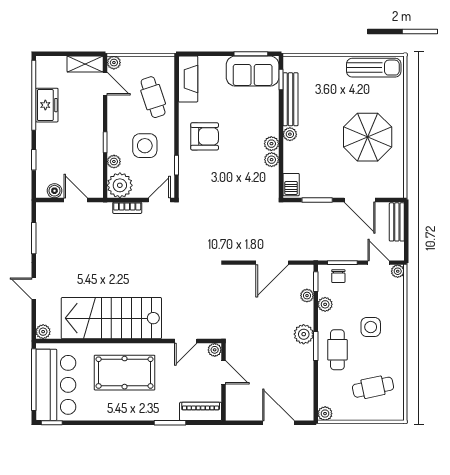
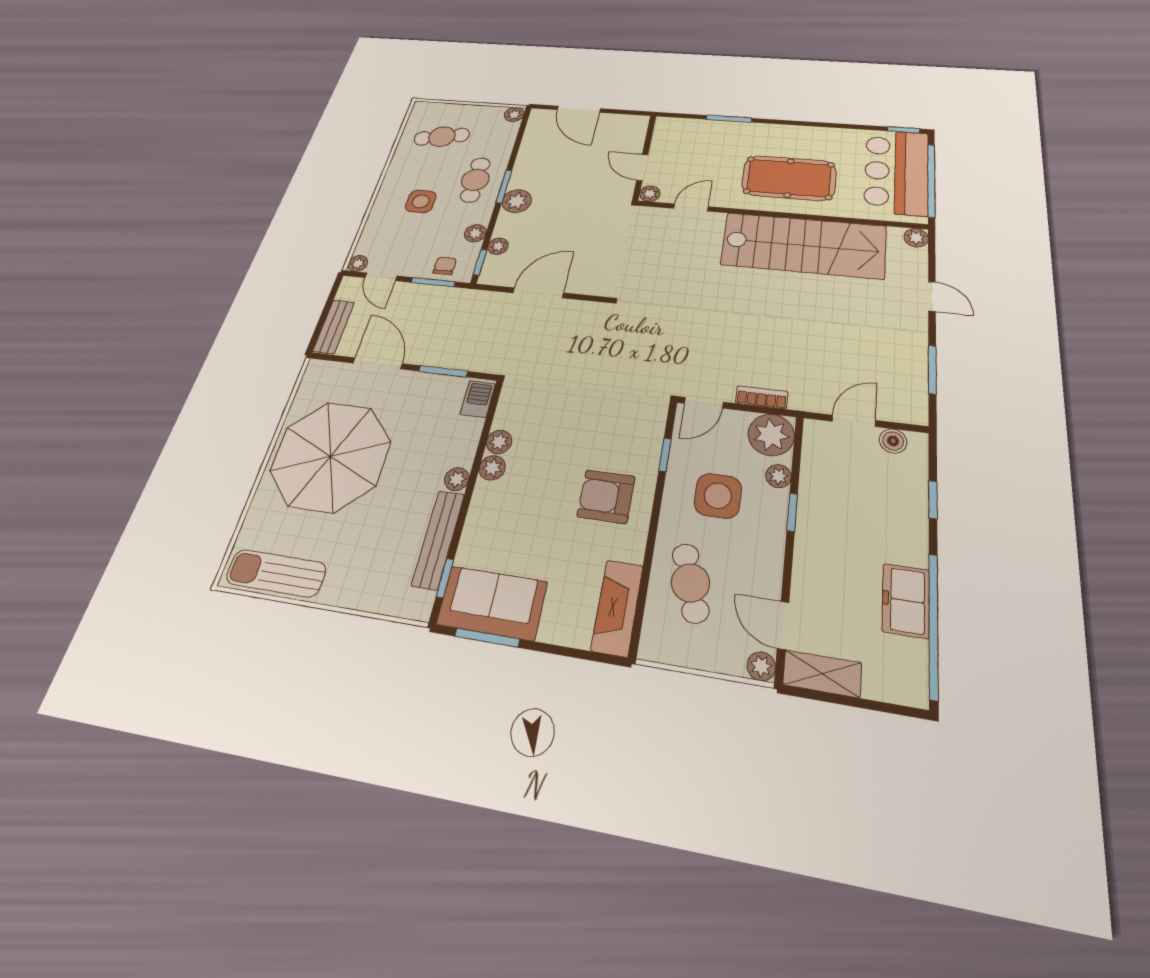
parasol: (368, 137) -> (331, 456), width x1.36, depth x1.36
door: (76, 200) -> (854, 421), swing flipped
piano: (201, 411) -> (683, 128), removed

